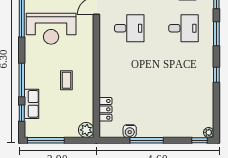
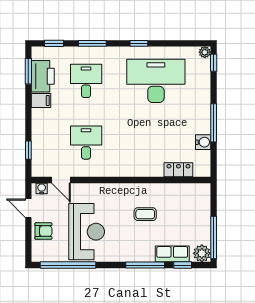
desk: (184, 90) -> (156, 81), added
plant: (86, 130) -> (202, 253), moved

